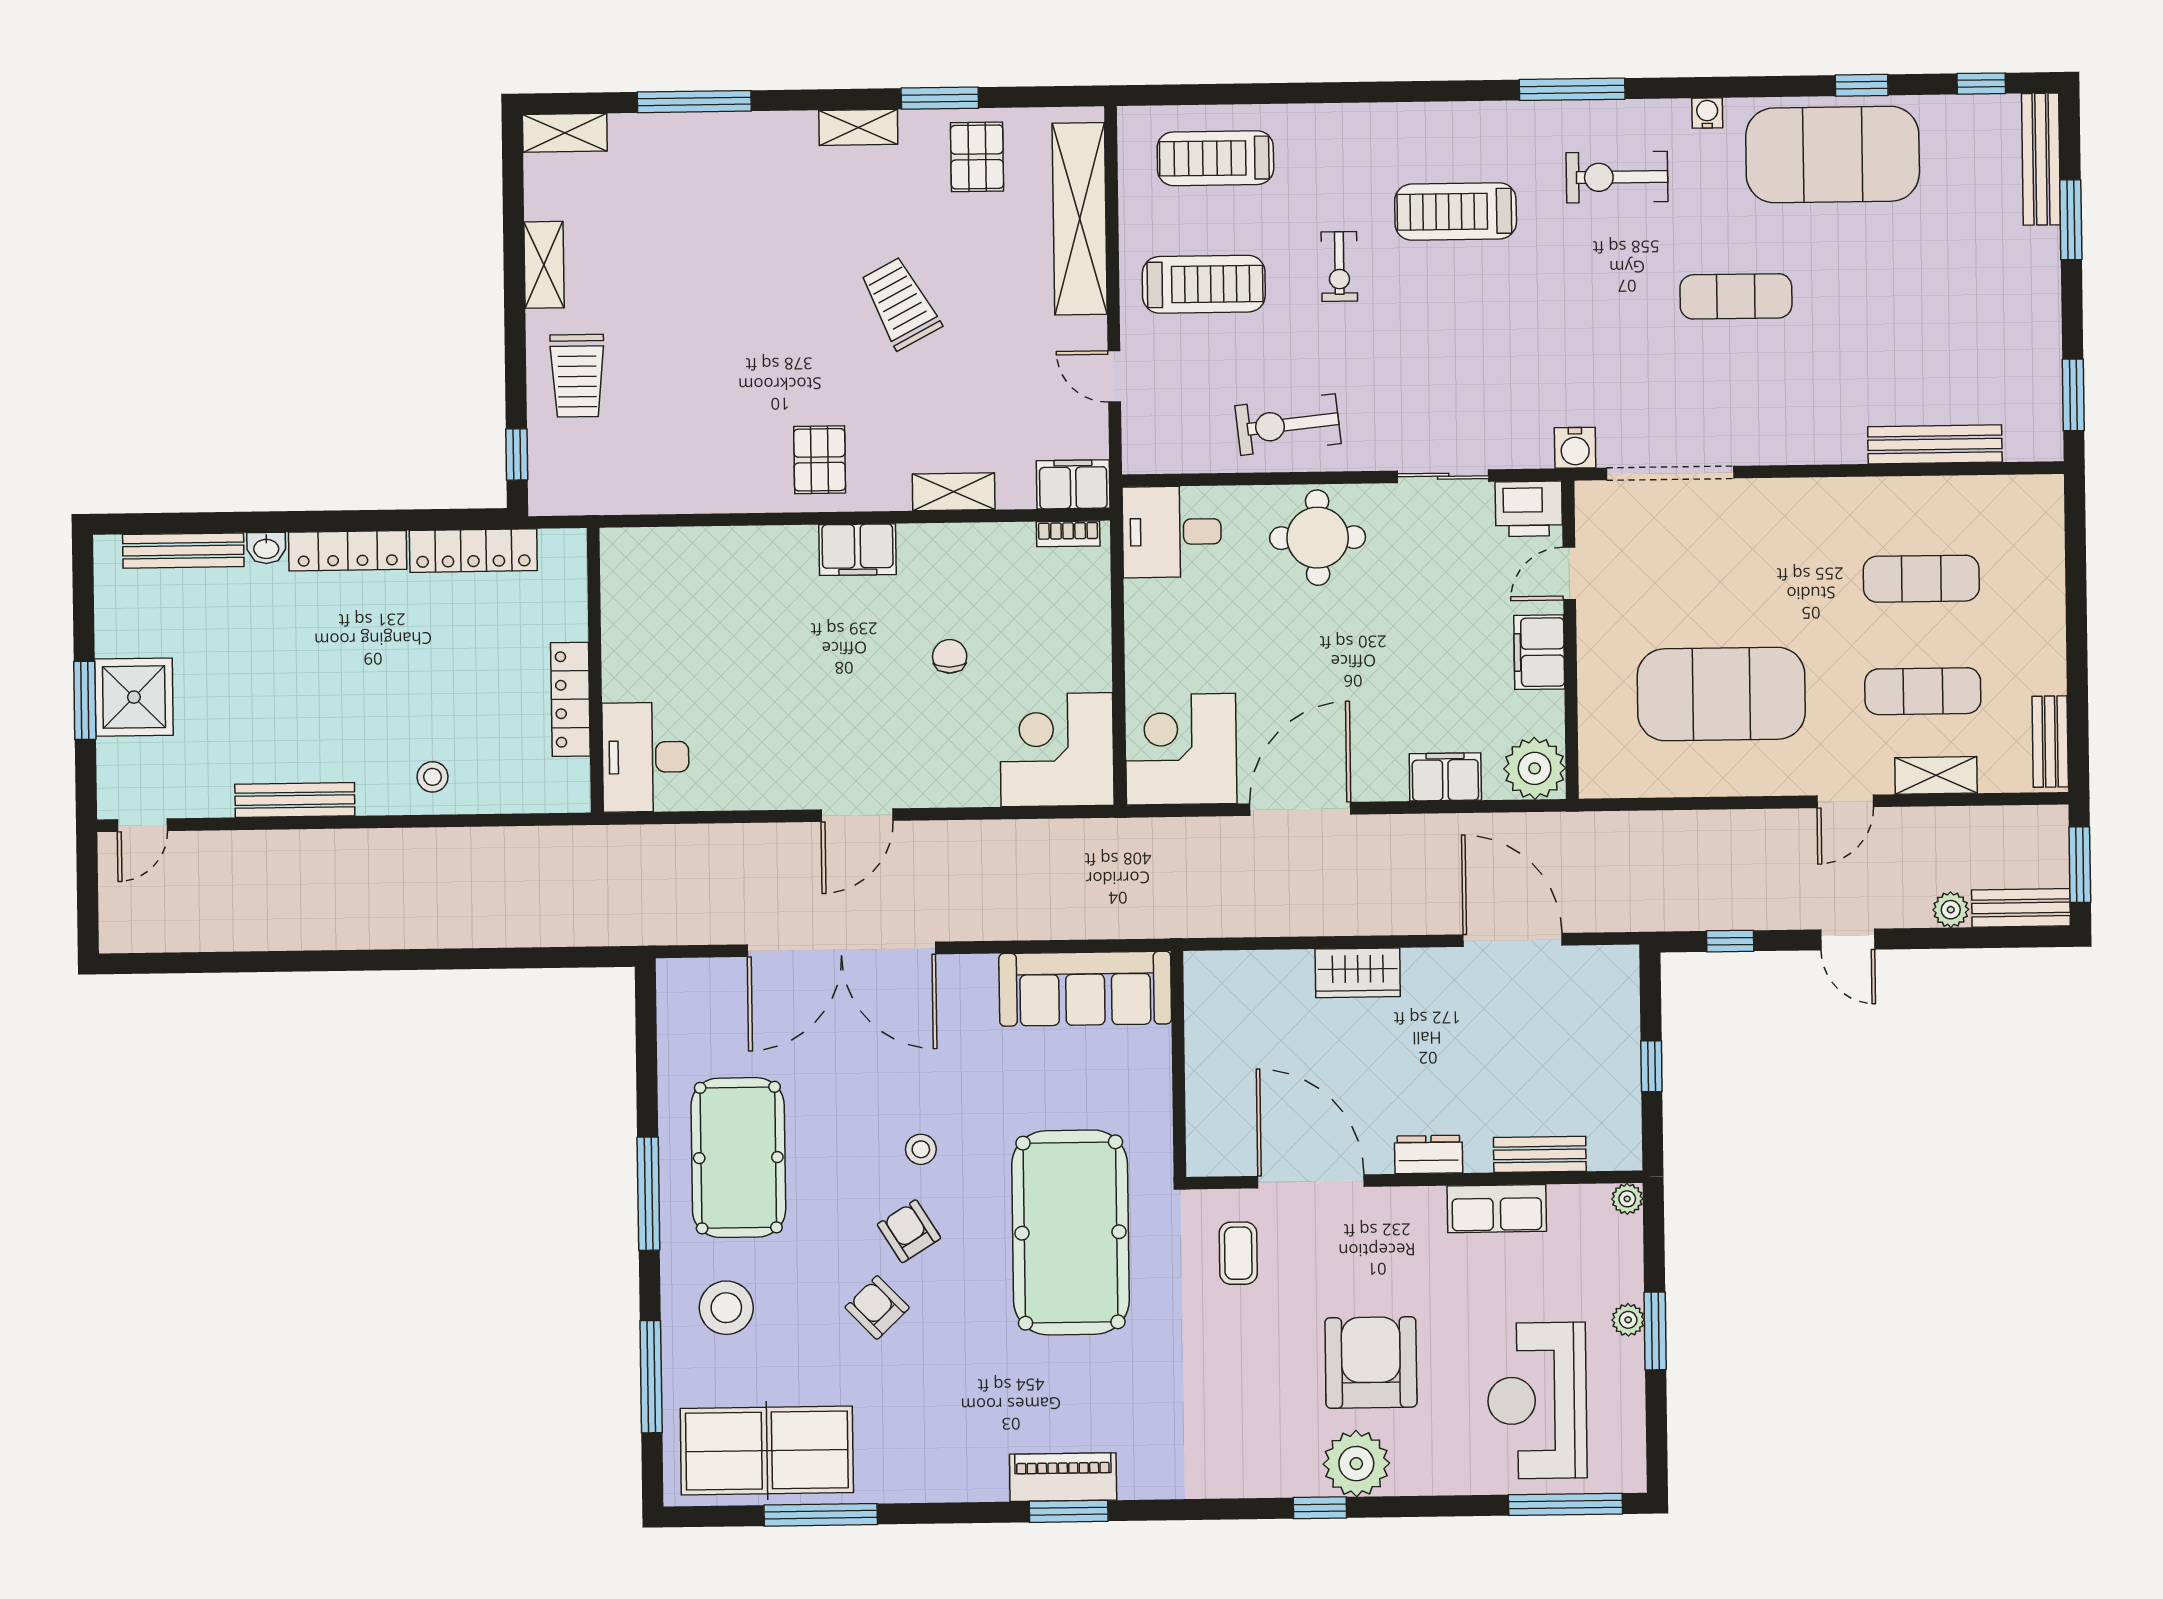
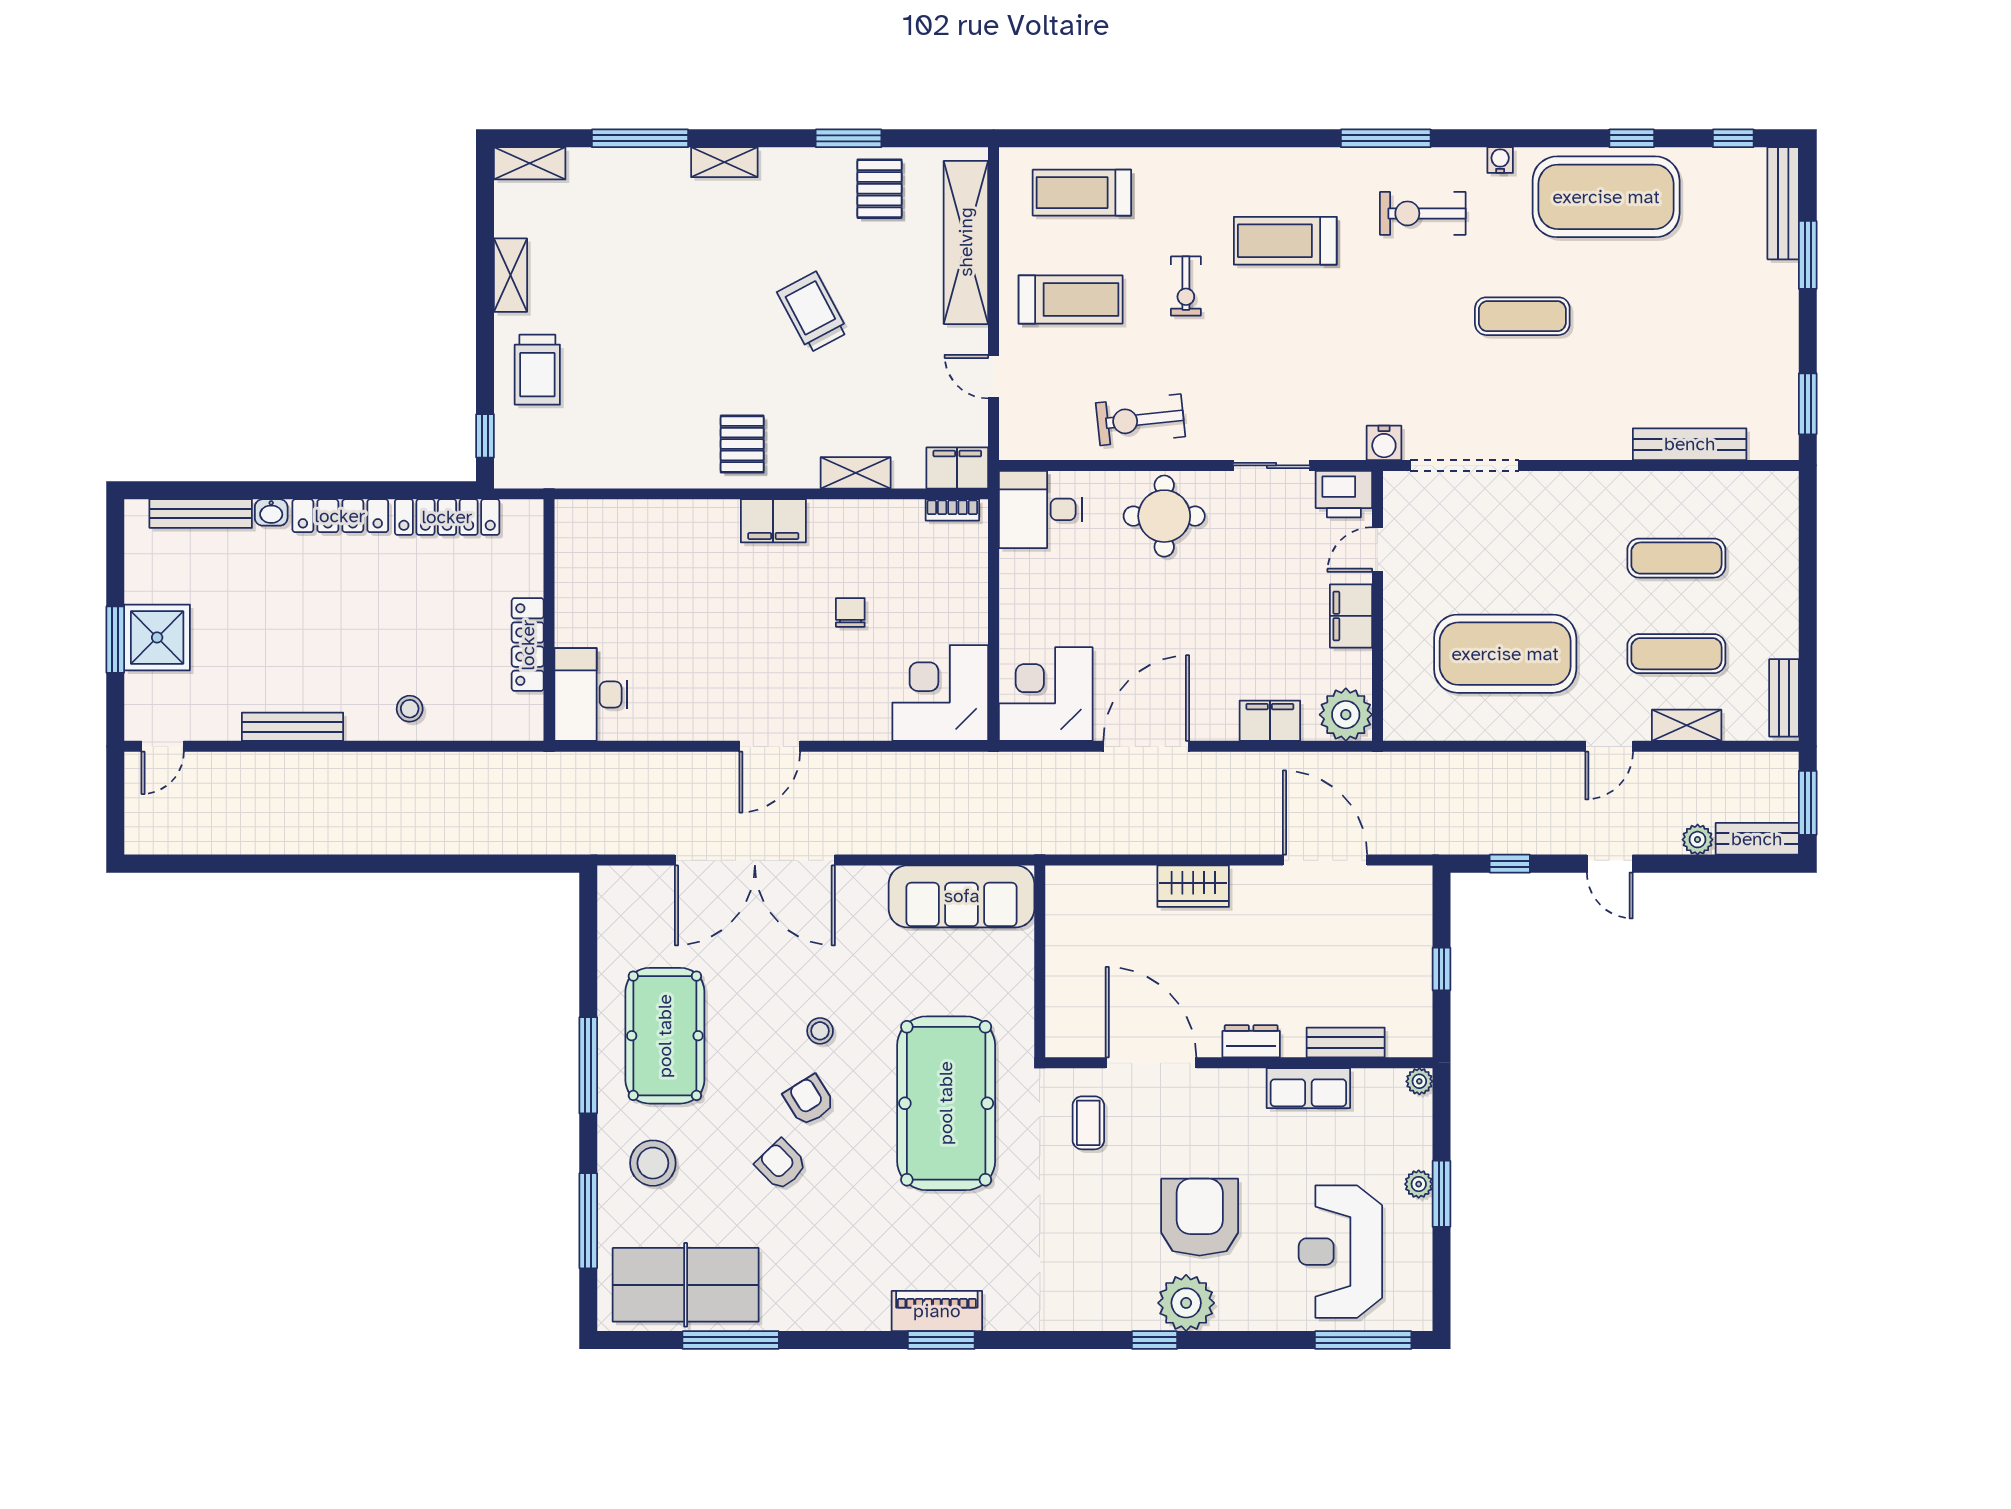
shelving: (858, 127) -> (724, 162), moved

